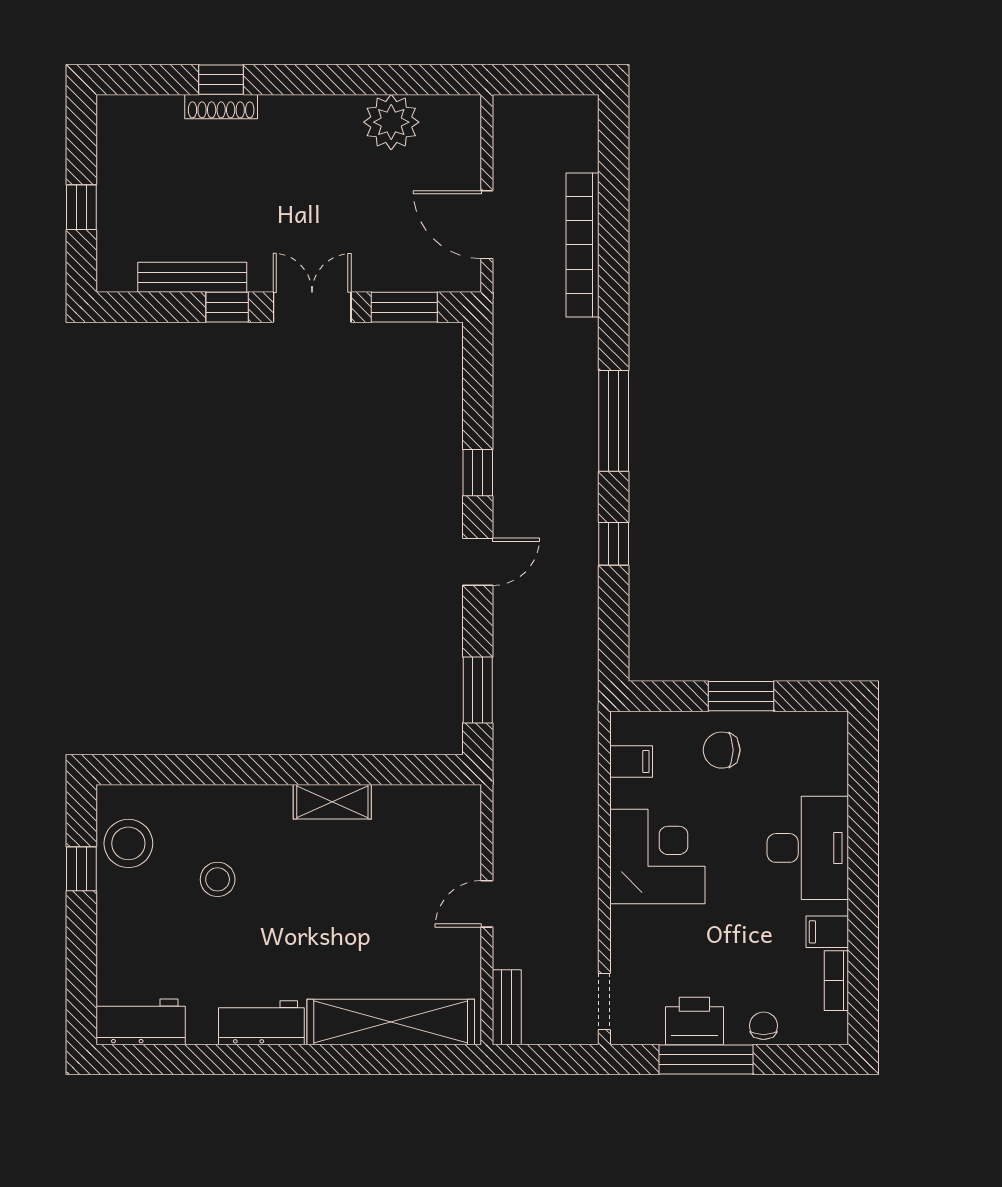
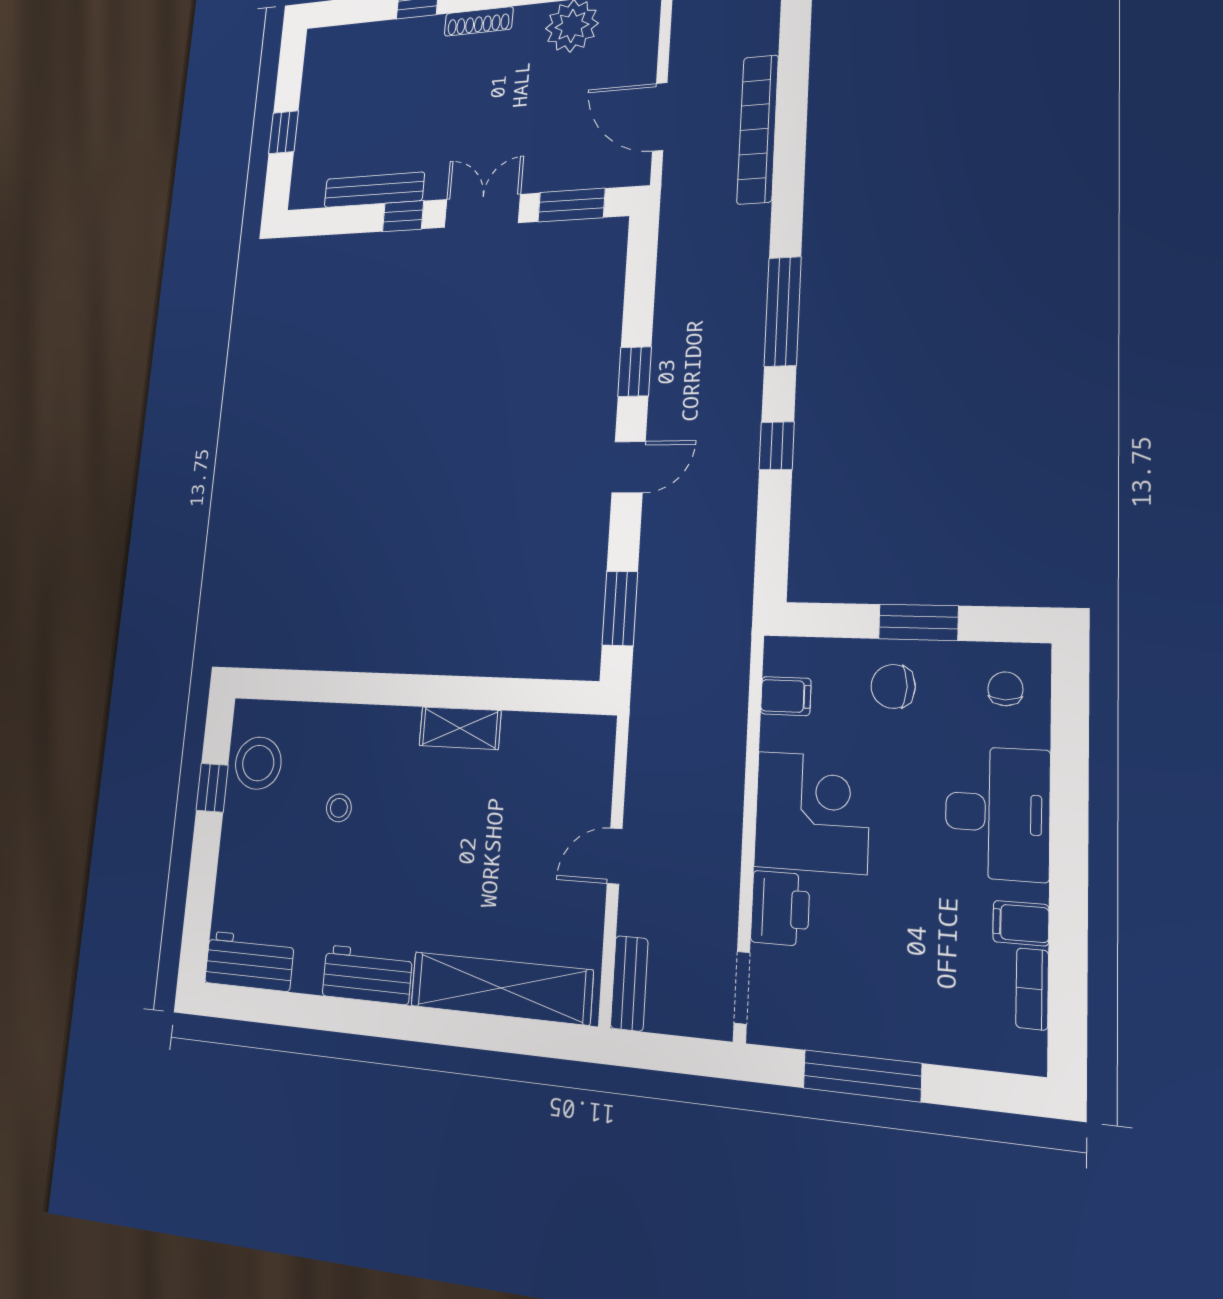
shoe rack: (221, 107) -> (479, 21), moved
stool: (218, 879) -> (339, 808), width x0.73, depth x0.73
printer: (694, 1021) -> (780, 908), moved, turned 90
chair: (764, 1026) -> (1005, 689), moved

